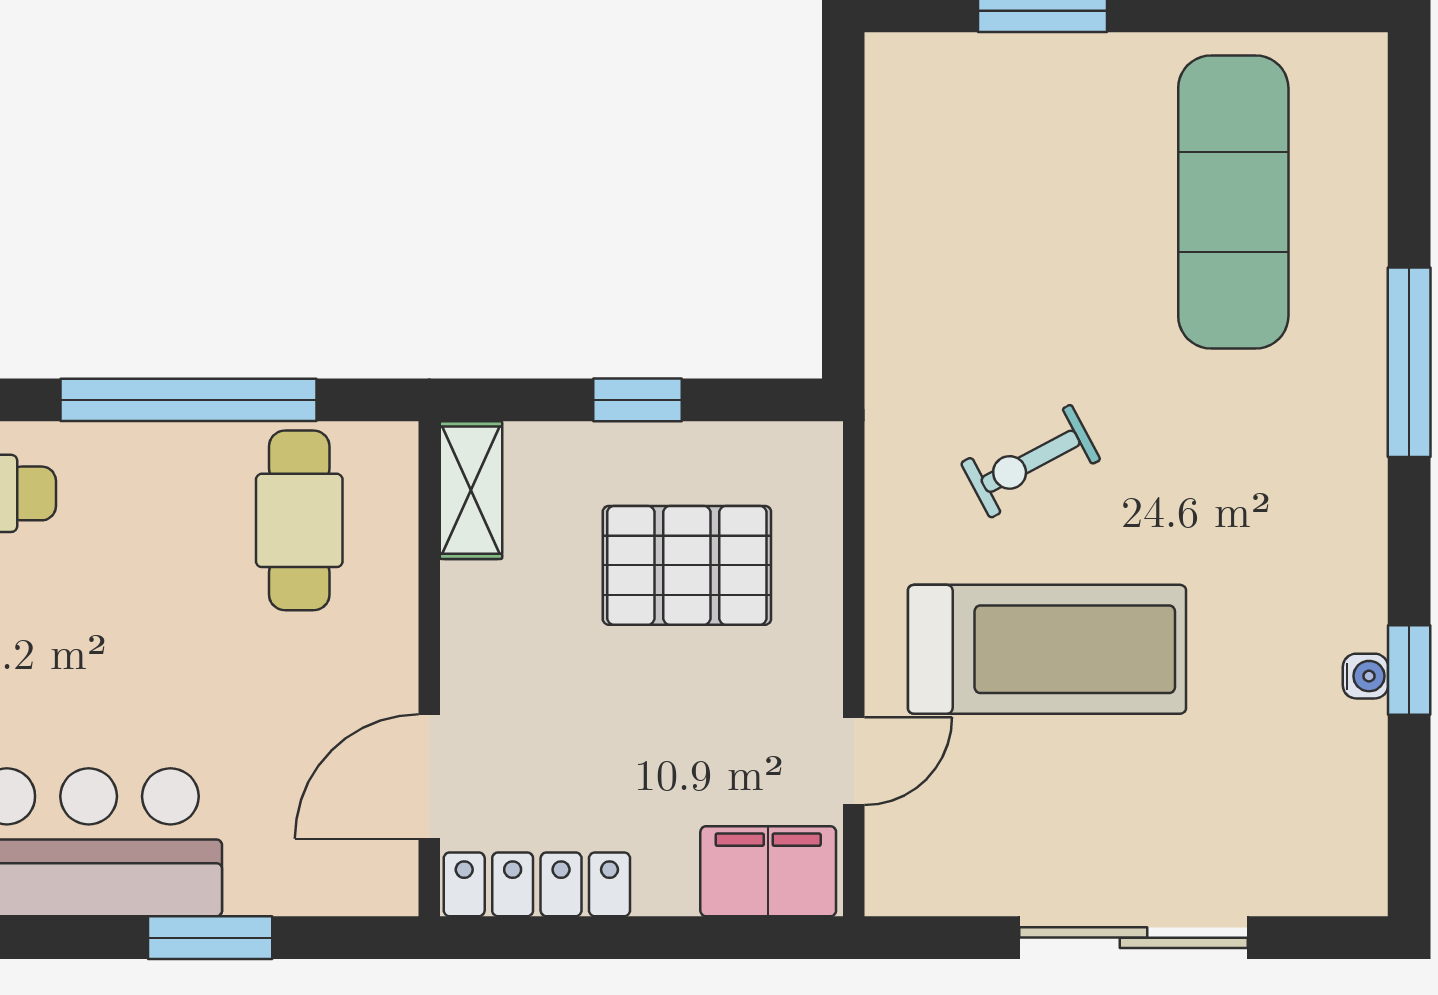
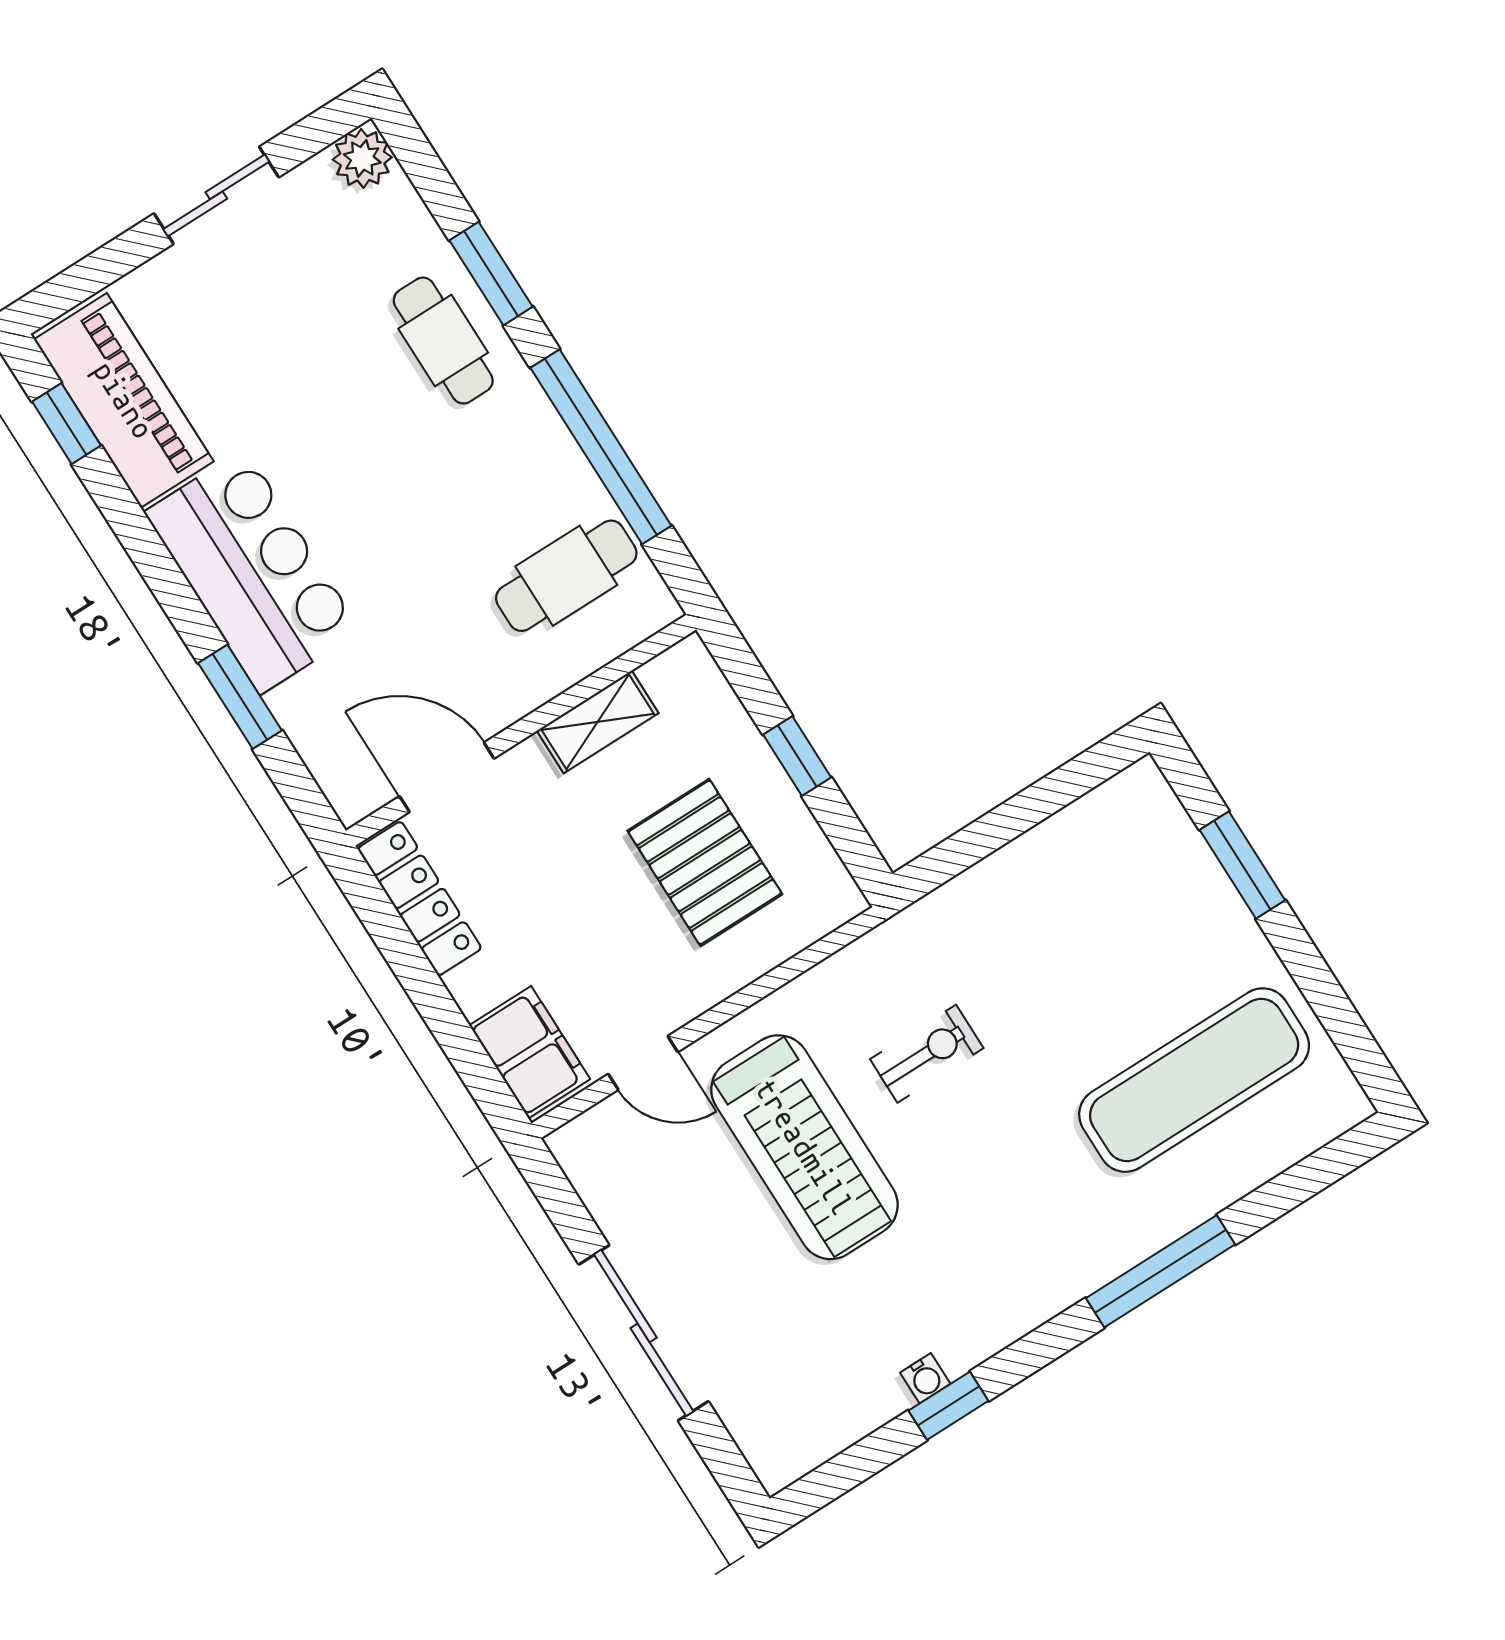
exercise bike: (1031, 461) -> (927, 1054), turned 118
shelving: (471, 490) -> (598, 722), moved

